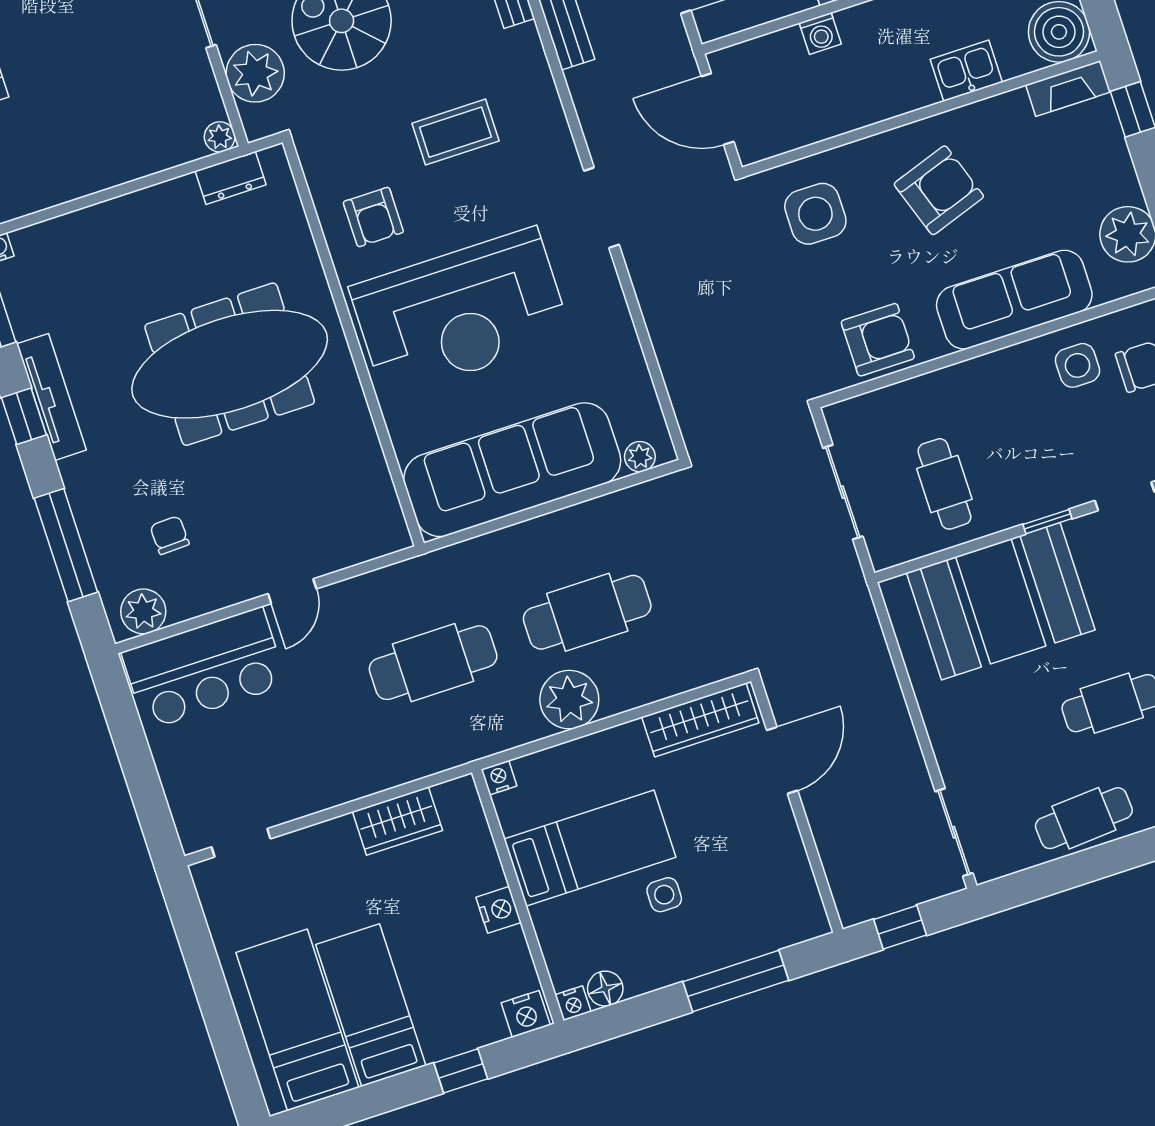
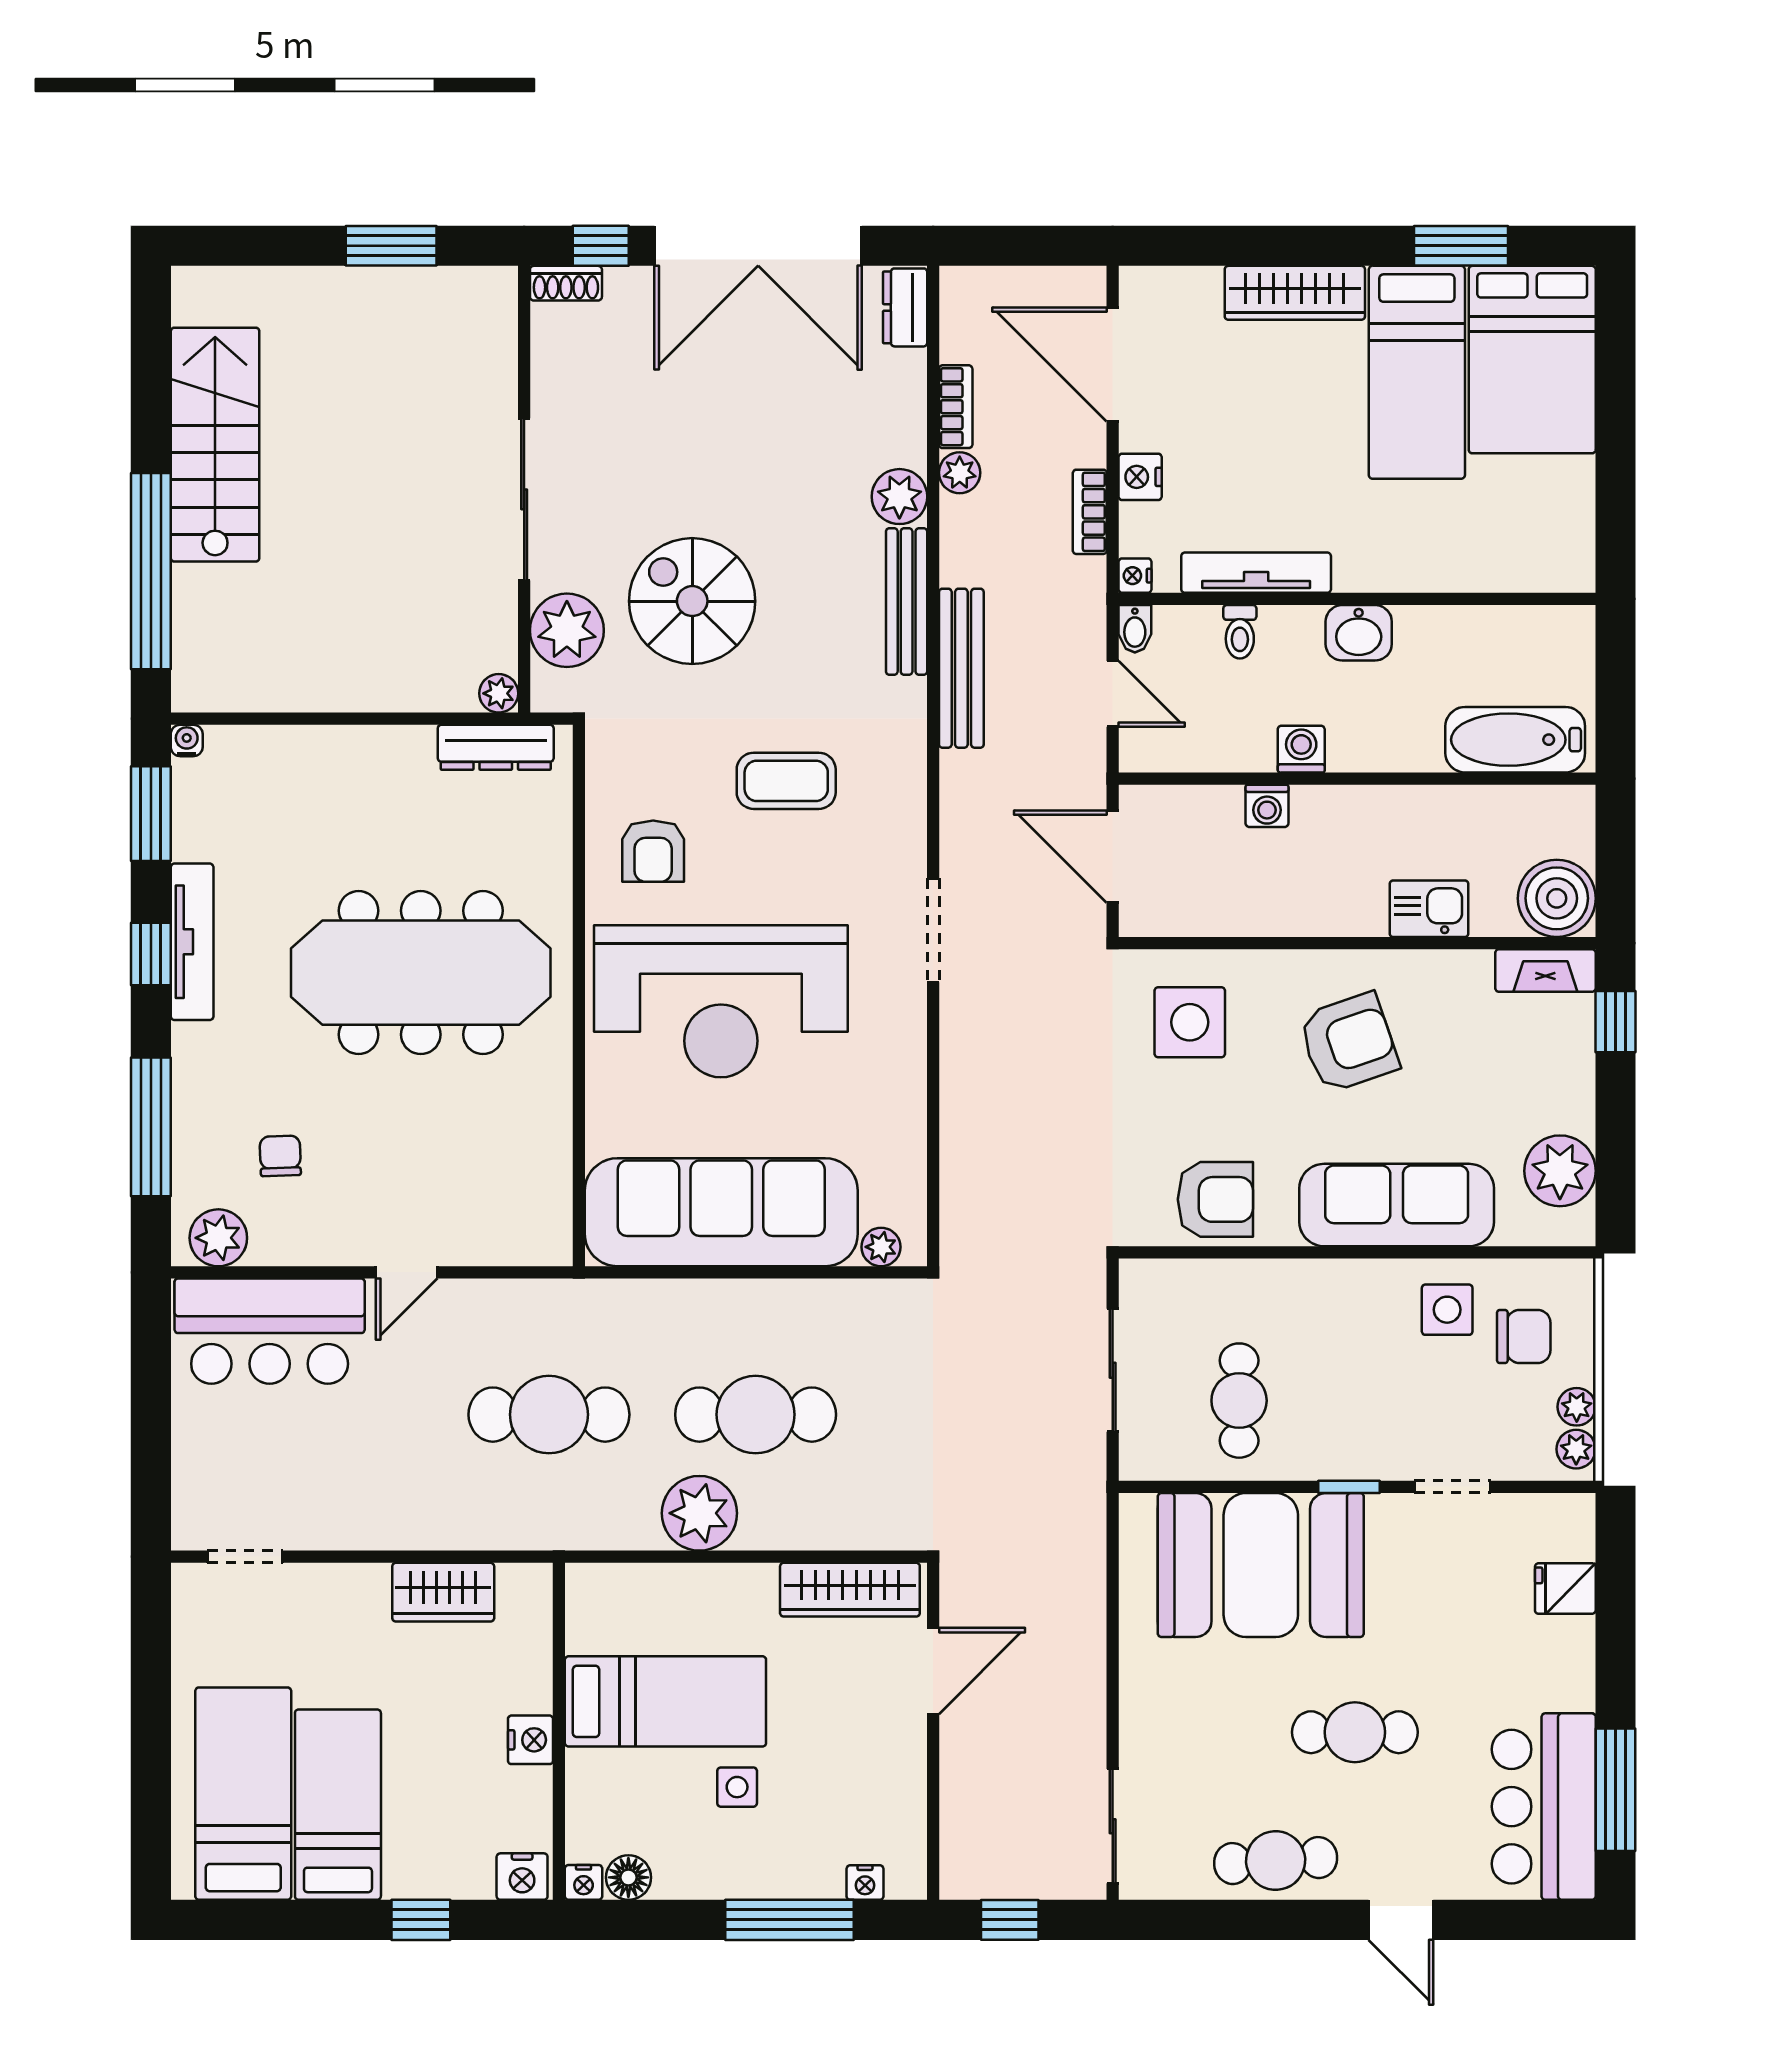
dresser: (231, 178) -> (496, 747), width x1.44
nightstand: (499, 778) -> (865, 1883), moved, turned 180

